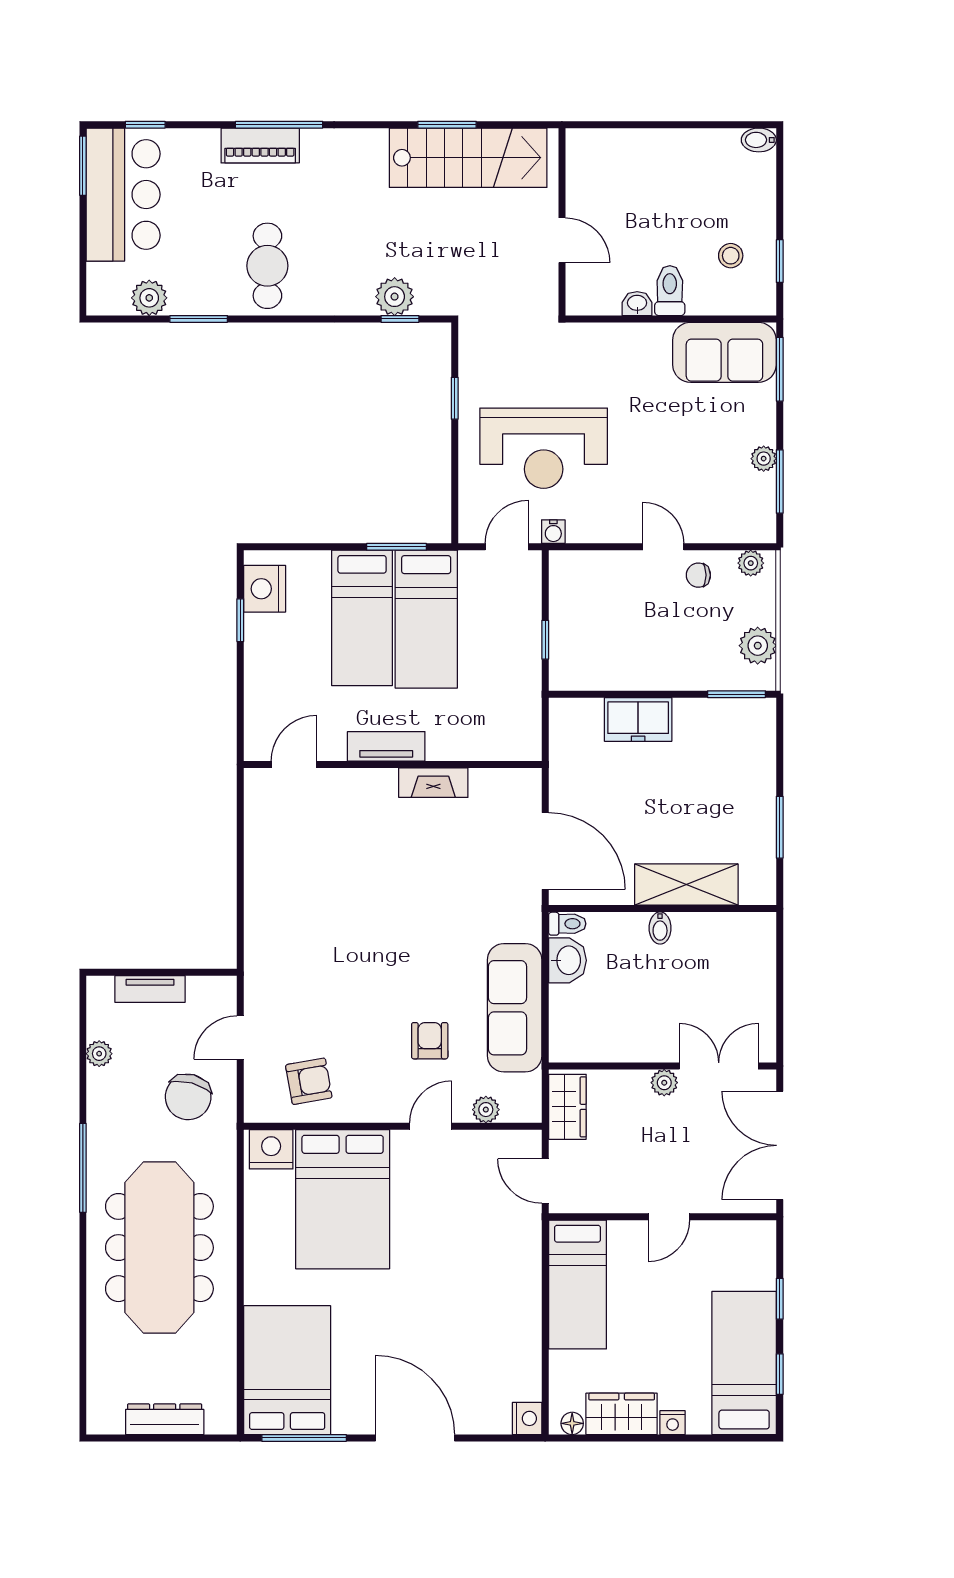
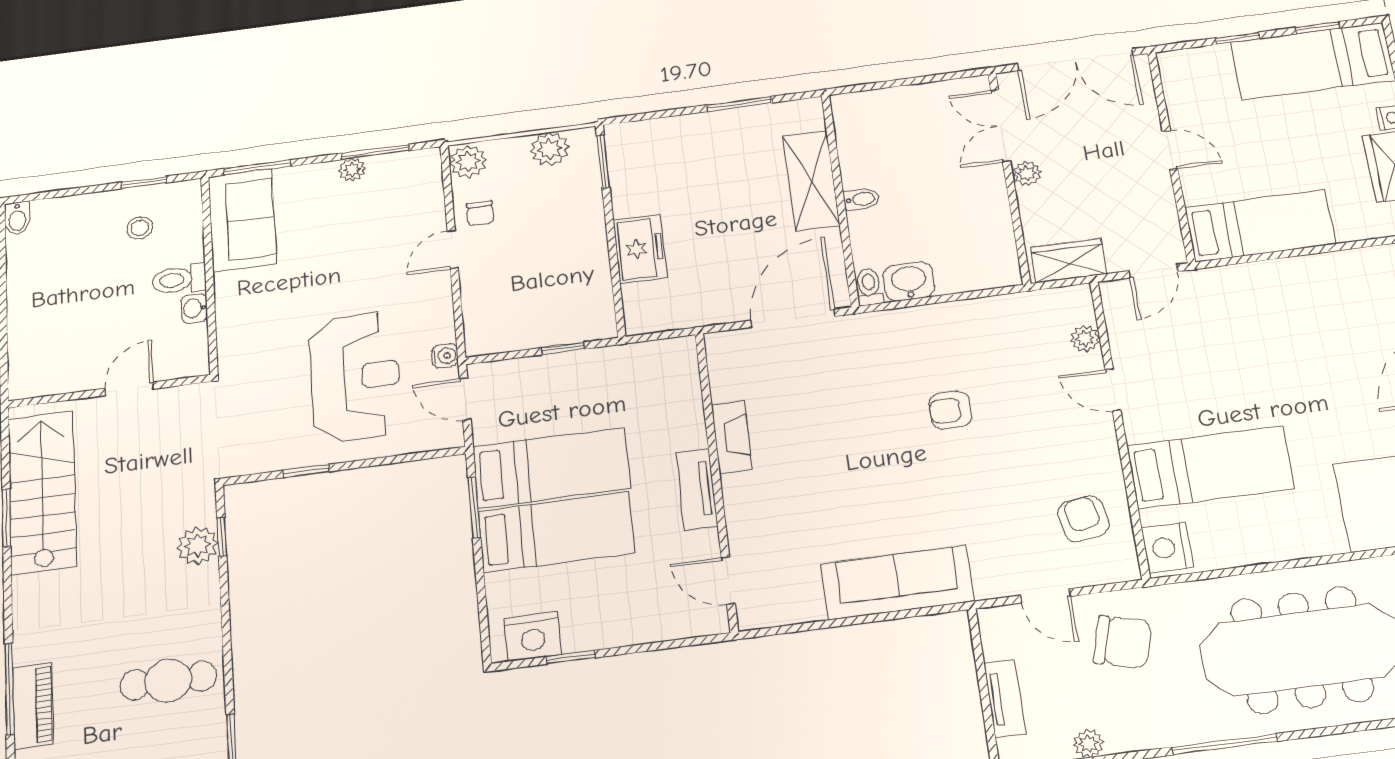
plant: (751, 563) -> (468, 162), width x1.38, depth x1.38
sofa: (515, 1008) -> (897, 583), moved, turned 180
armchair: (430, 1041) -> (950, 410), moved
bed: (343, 1199) -> (1210, 467), width x0.67

